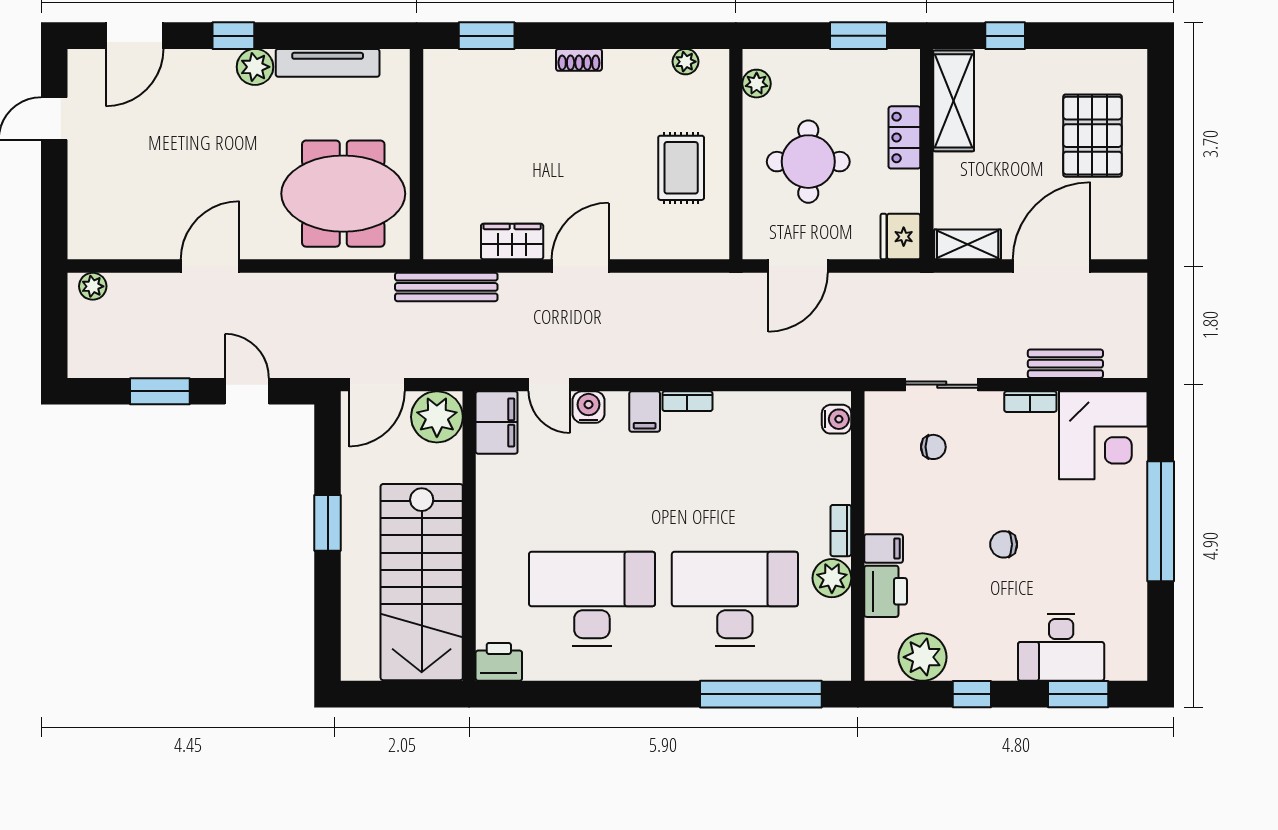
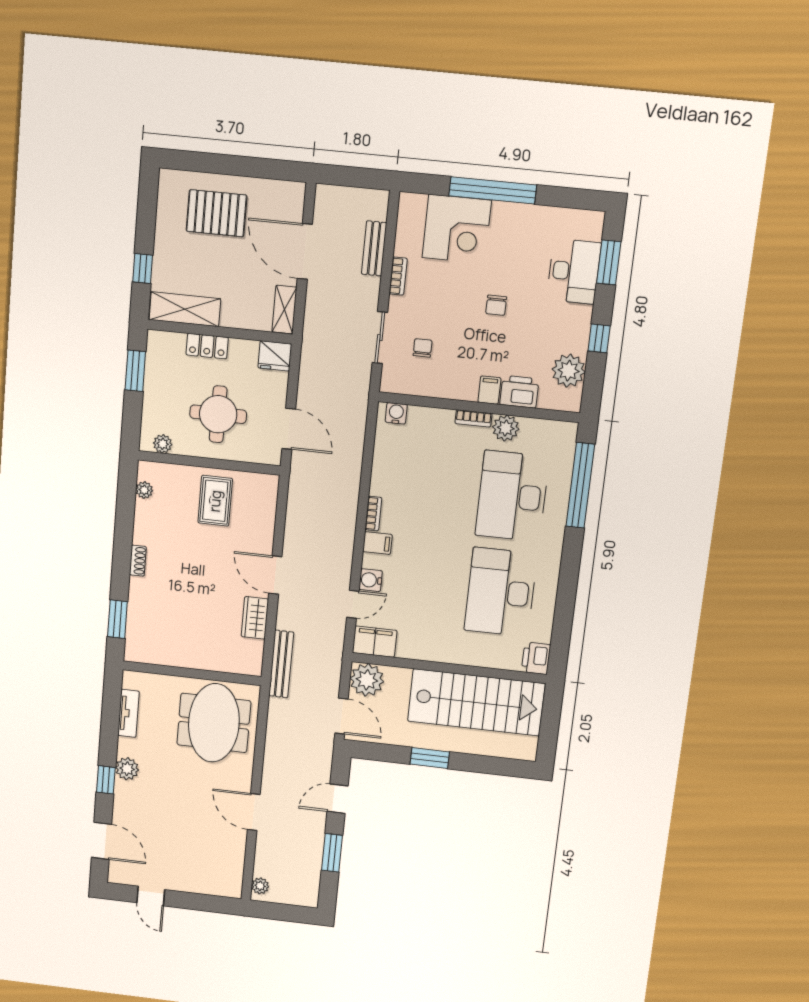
tv unit: (328, 63) -> (128, 713), width x0.71
rug: (681, 168) -> (215, 501), turned 90
corner desk: (1103, 435) -> (457, 229), moved, turned 90

